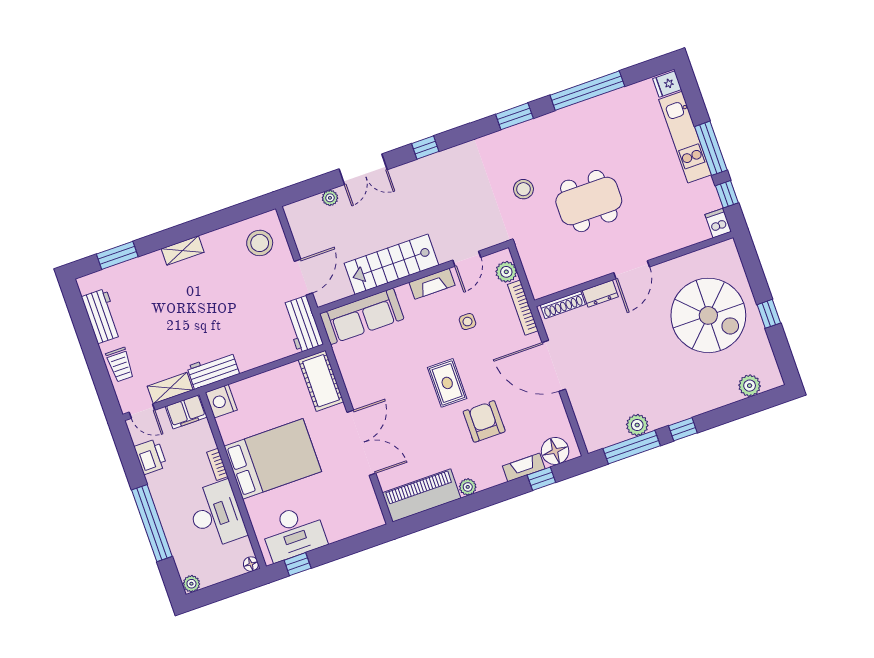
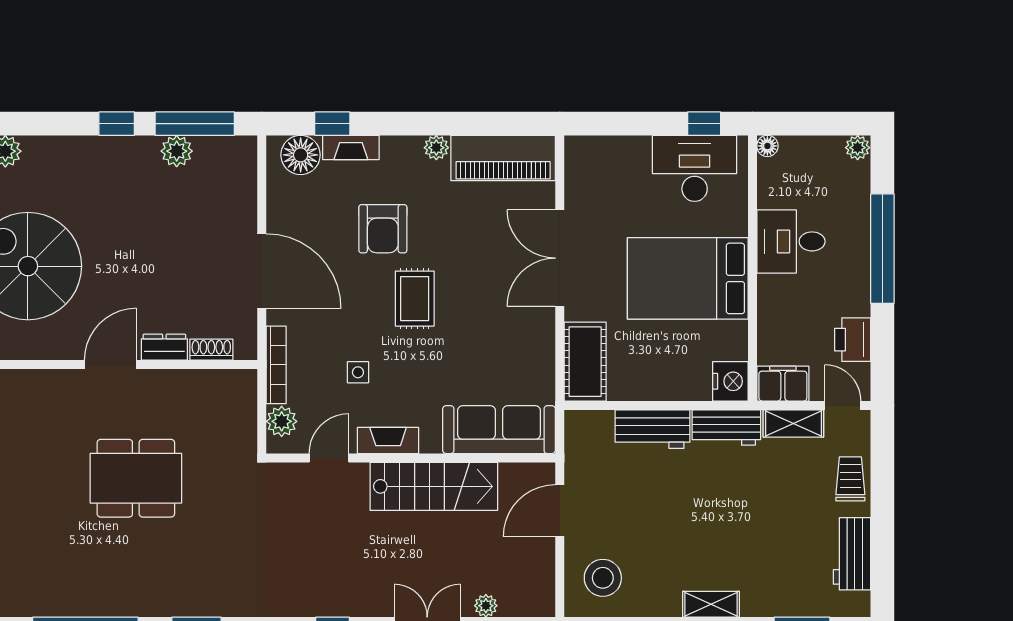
stool: (523, 189) -> (219, 525), removed
shoe rack: (563, 305) -> (211, 350), width x0.70
workbench: (302, 324) -> (652, 429), moved, turned 90
bookcase: (217, 464) -> (765, 297), removed
desk: (216, 515) -> (791, 241), width x0.73

